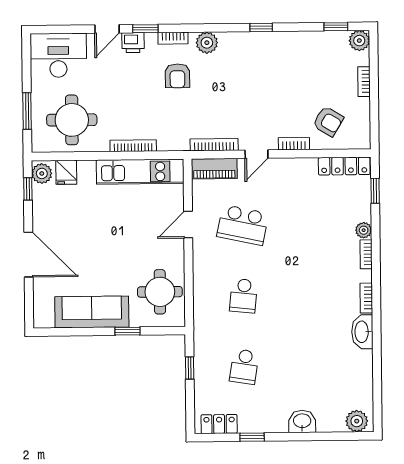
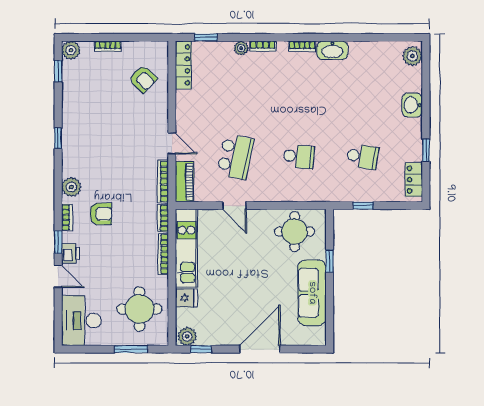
armchair: (328, 121) -> (143, 79), turned 103
bookcase: (294, 144) -> (163, 218), moved
fridge: (66, 172) -> (186, 298), moved

